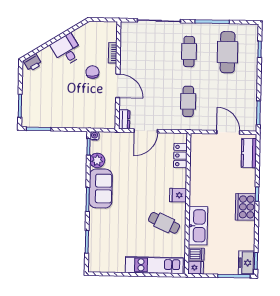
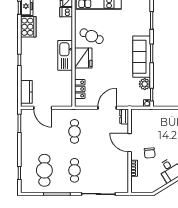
sofa: (101, 188) -> (142, 57), width x1.36
fridge: (178, 195) -> (83, 58), width x1.88, depth x1.34
cooker: (245, 207) -> (28, 27), moved
kitchen sink: (198, 226) -> (65, 55), moved

